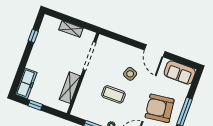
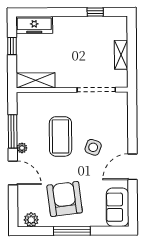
shelving: (70, 88) -> (36, 80), moved
coffee table: (113, 94) -> (60, 136), width x1.36, depth x1.32

